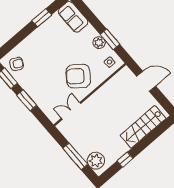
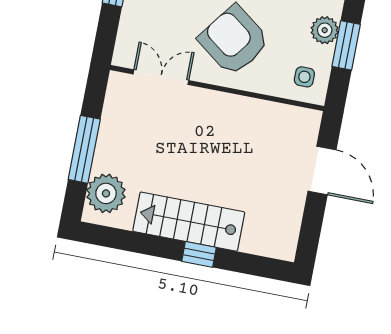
stairs: (143, 127) -> (189, 222), moved
window: (125, 160) -> (199, 254), moved

